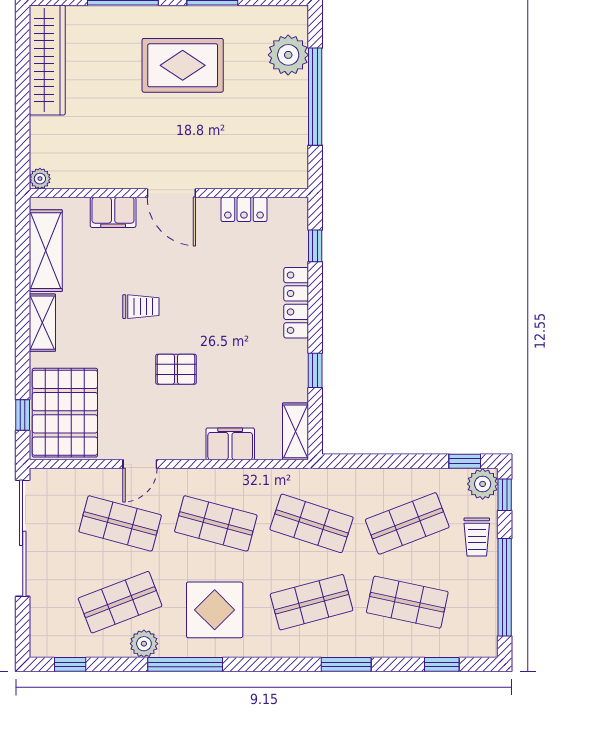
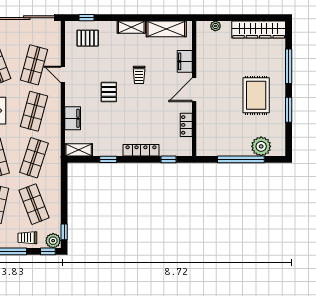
plant: (40, 179) -> (215, 26), moved
pallet: (65, 413) -> (88, 38), width x0.49, depth x0.50

